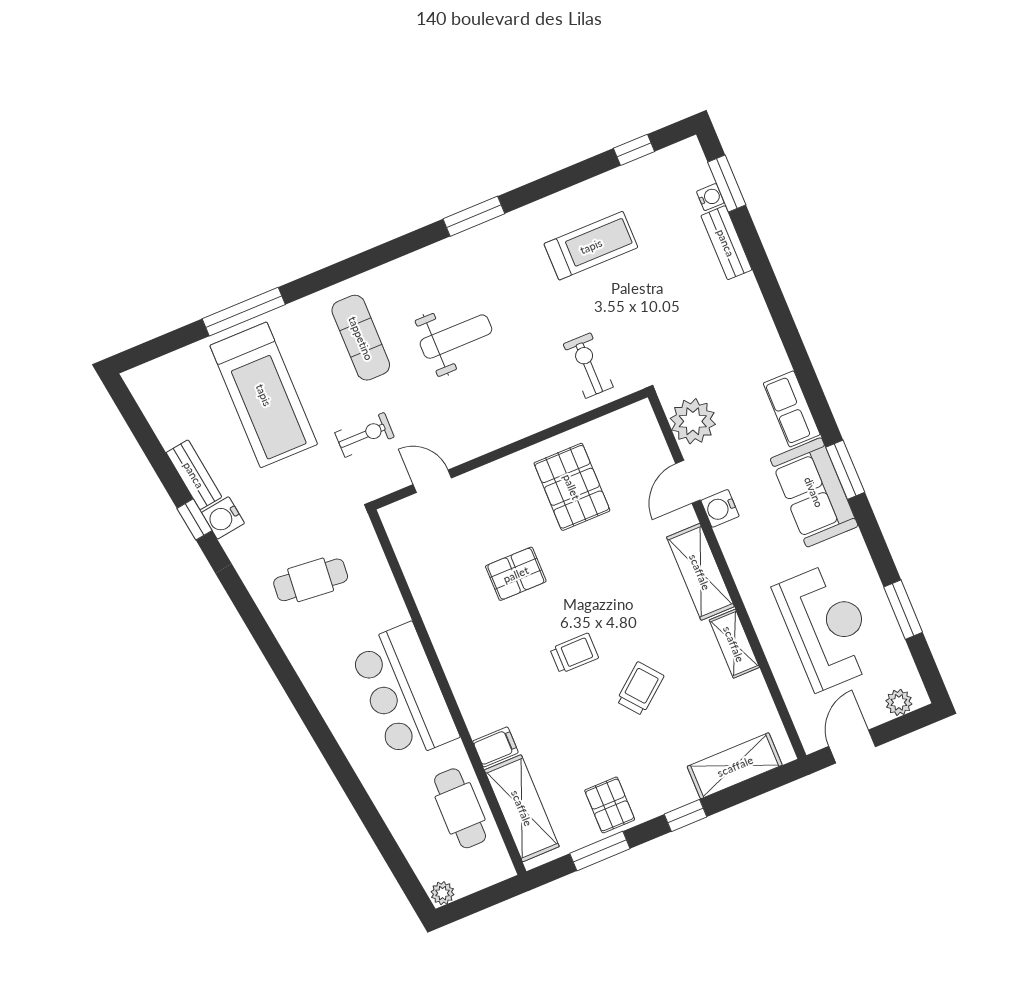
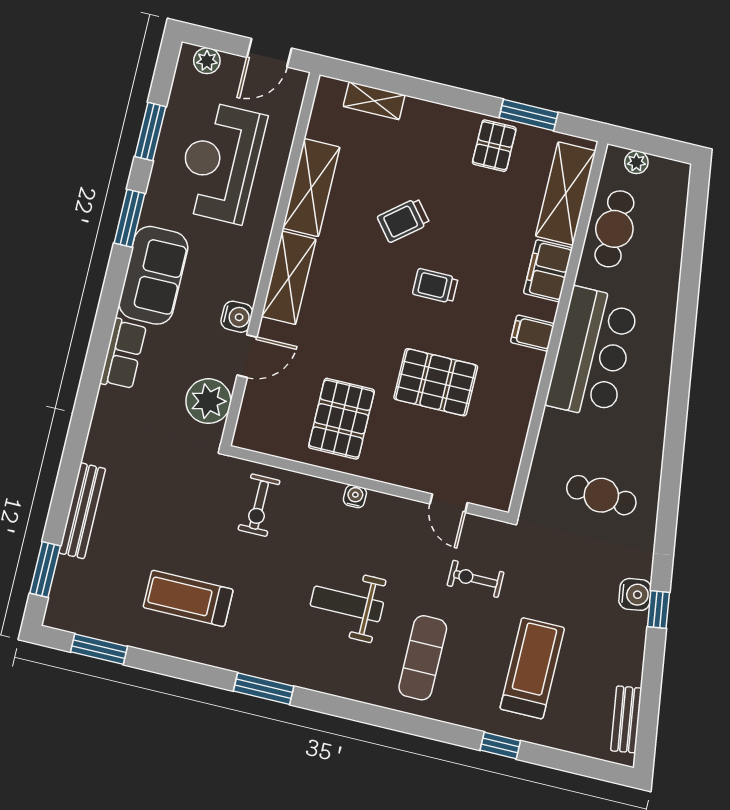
window: (634, 150) -> (99, 649), width x1.50
water cooler: (710, 197) -> (355, 496), moved, turned 90
bench: (726, 243) -> (82, 511), width x1.36
window: (244, 312) -> (500, 745), width x0.46
treadmill: (264, 395) -> (532, 668), width x0.73, depth x0.73
window: (845, 470) -> (130, 218), moved
bench: (194, 475) -> (626, 719), moved
pallet: (516, 574) -> (436, 382), width x1.50, depth x1.42
shelving: (734, 644) -> (311, 188), width x1.50, depth x1.33
filing cabinet: (465, 673) -> (532, 333), added
filing cabinet: (495, 747) -> (548, 271), width x2.00
shelving: (735, 766) -> (374, 101), width x0.67, depth x0.75
window: (686, 815) -> (440, 94), removed
plant: (443, 893) -> (636, 162), moved

